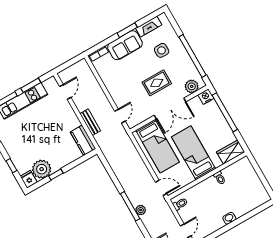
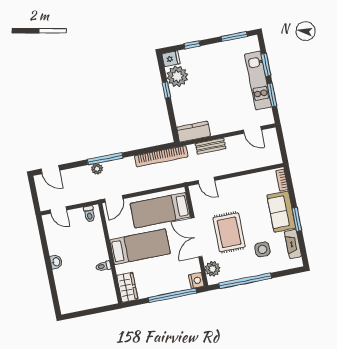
rug: (157, 83) -> (229, 232), width x1.36, depth x1.43
bookcase: (112, 160) -> (161, 156), added

